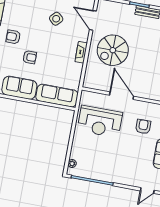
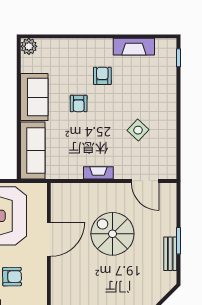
door: (93, 20) -> (145, 181), swing flipped
spiral stairs: (113, 50) -> (112, 234), moved

